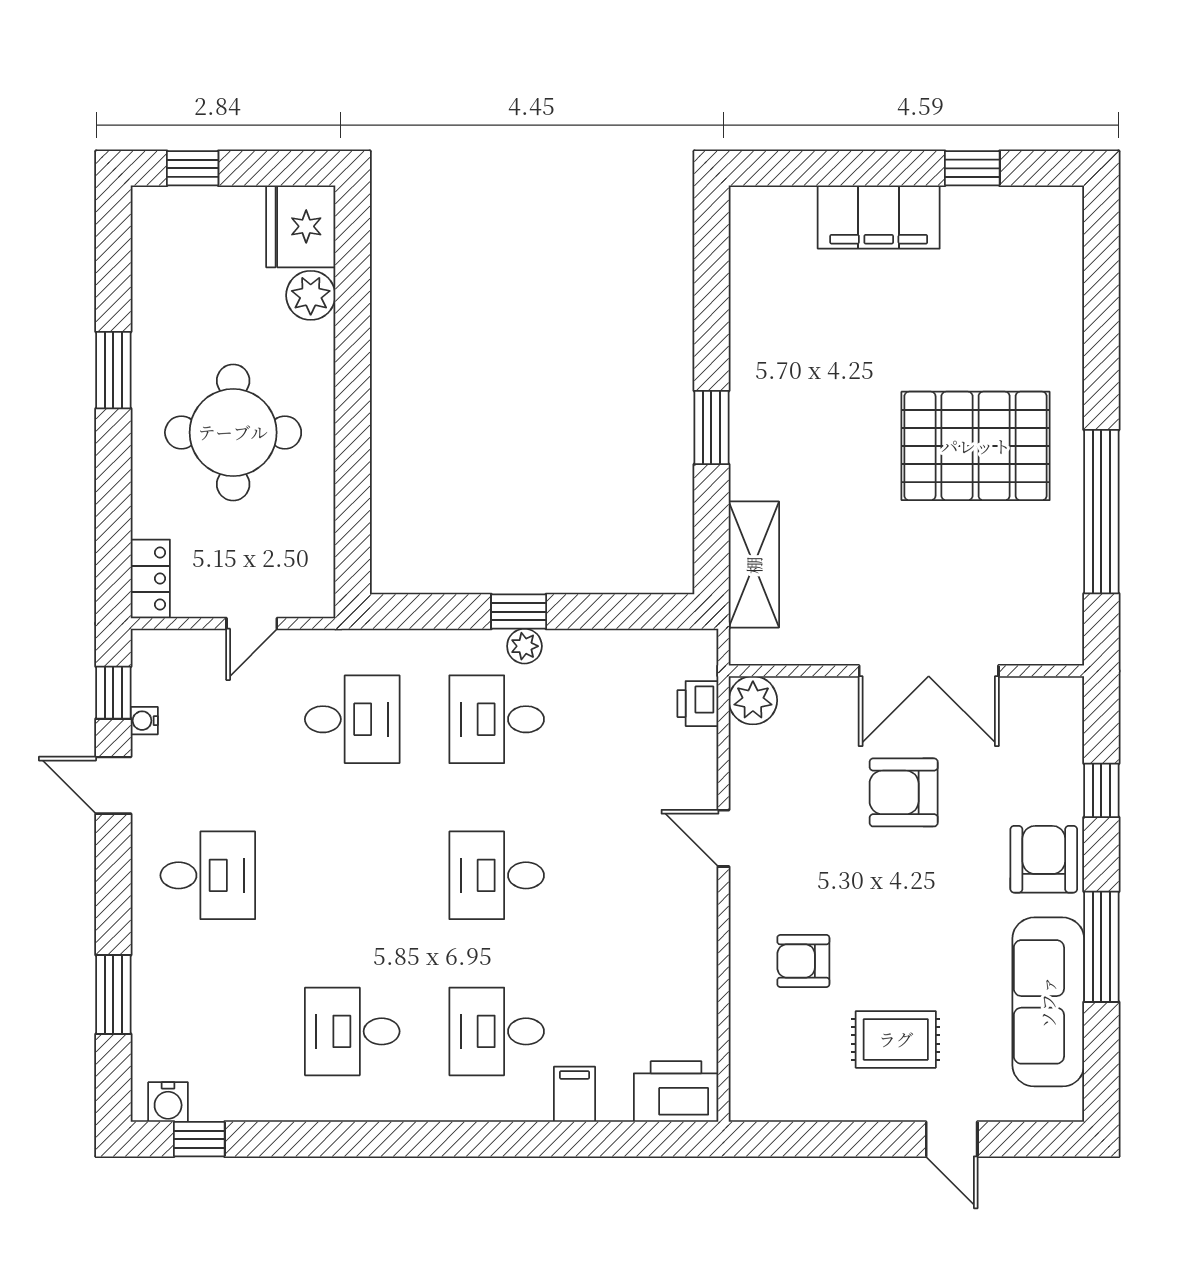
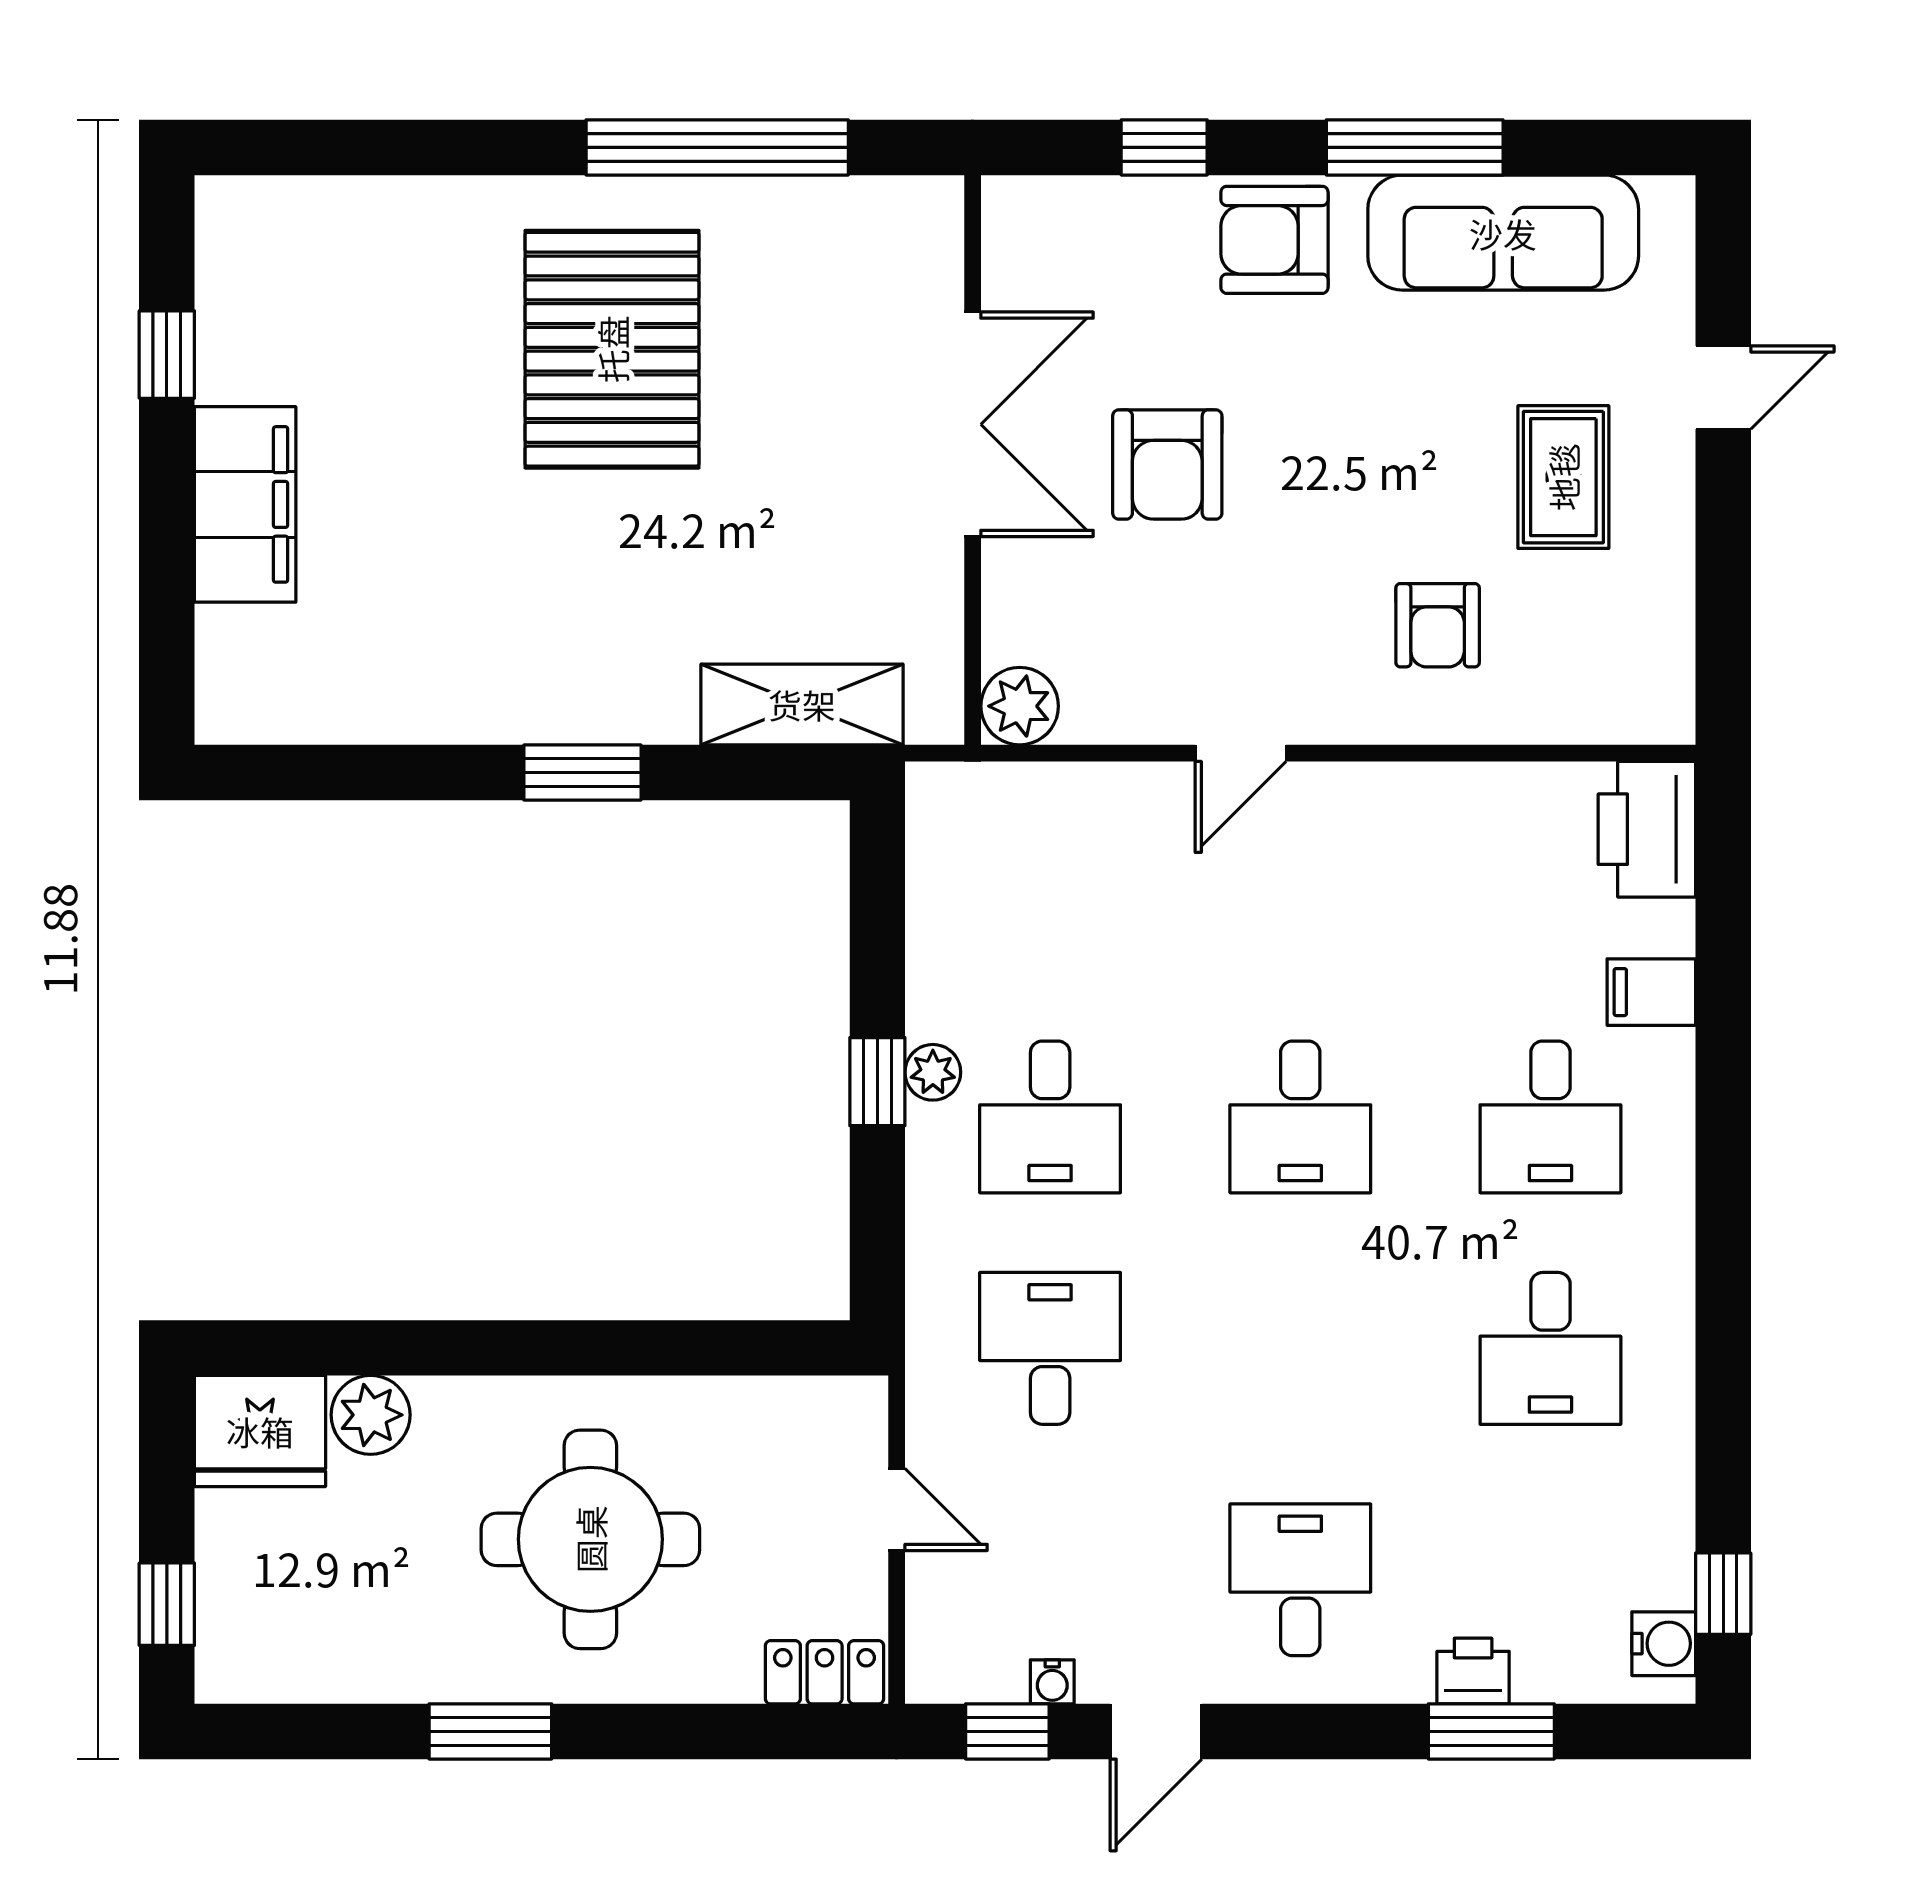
printer: (698, 704) -> (1473, 1671), moved, turned 180

